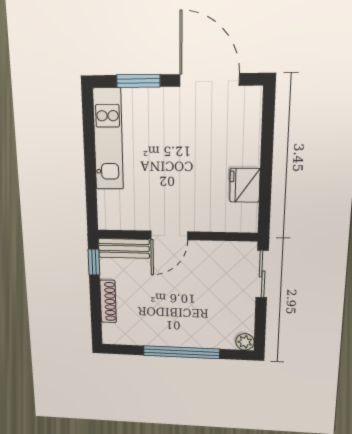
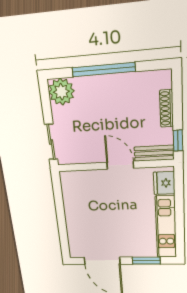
fridge: (245, 185) -> (164, 183), moved, turned 180
door: (169, 235) -> (120, 165), hinge flipped
plant: (245, 342) -> (61, 92), width x1.88, depth x1.88

